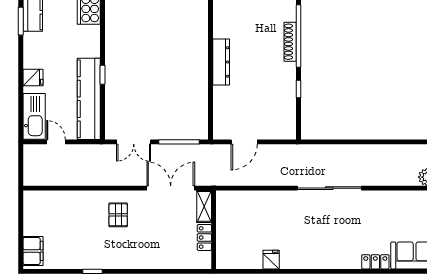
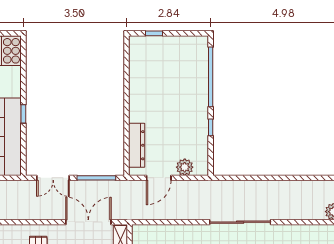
shoe rack: (290, 42) -> (203, 82), removed
dresser: (221, 62) -> (137, 145), moved
plant: (271, 131) -> (185, 167), added

